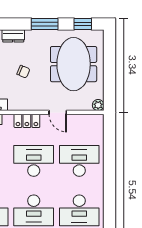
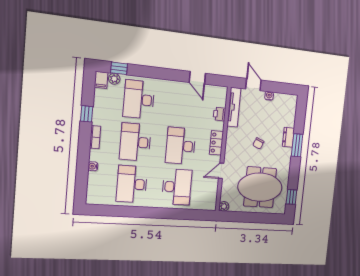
window: (45, 24) -> (297, 145), moved
desk: (34, 161) -> (181, 146), turned 180

